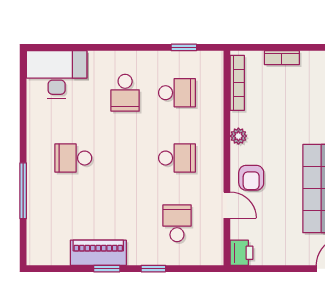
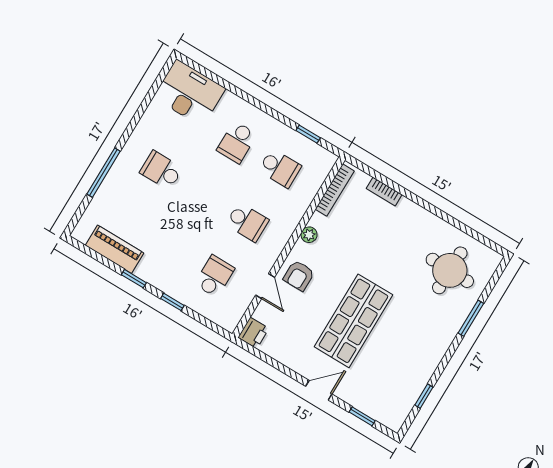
piano: (98, 253) -> (115, 249), moved

